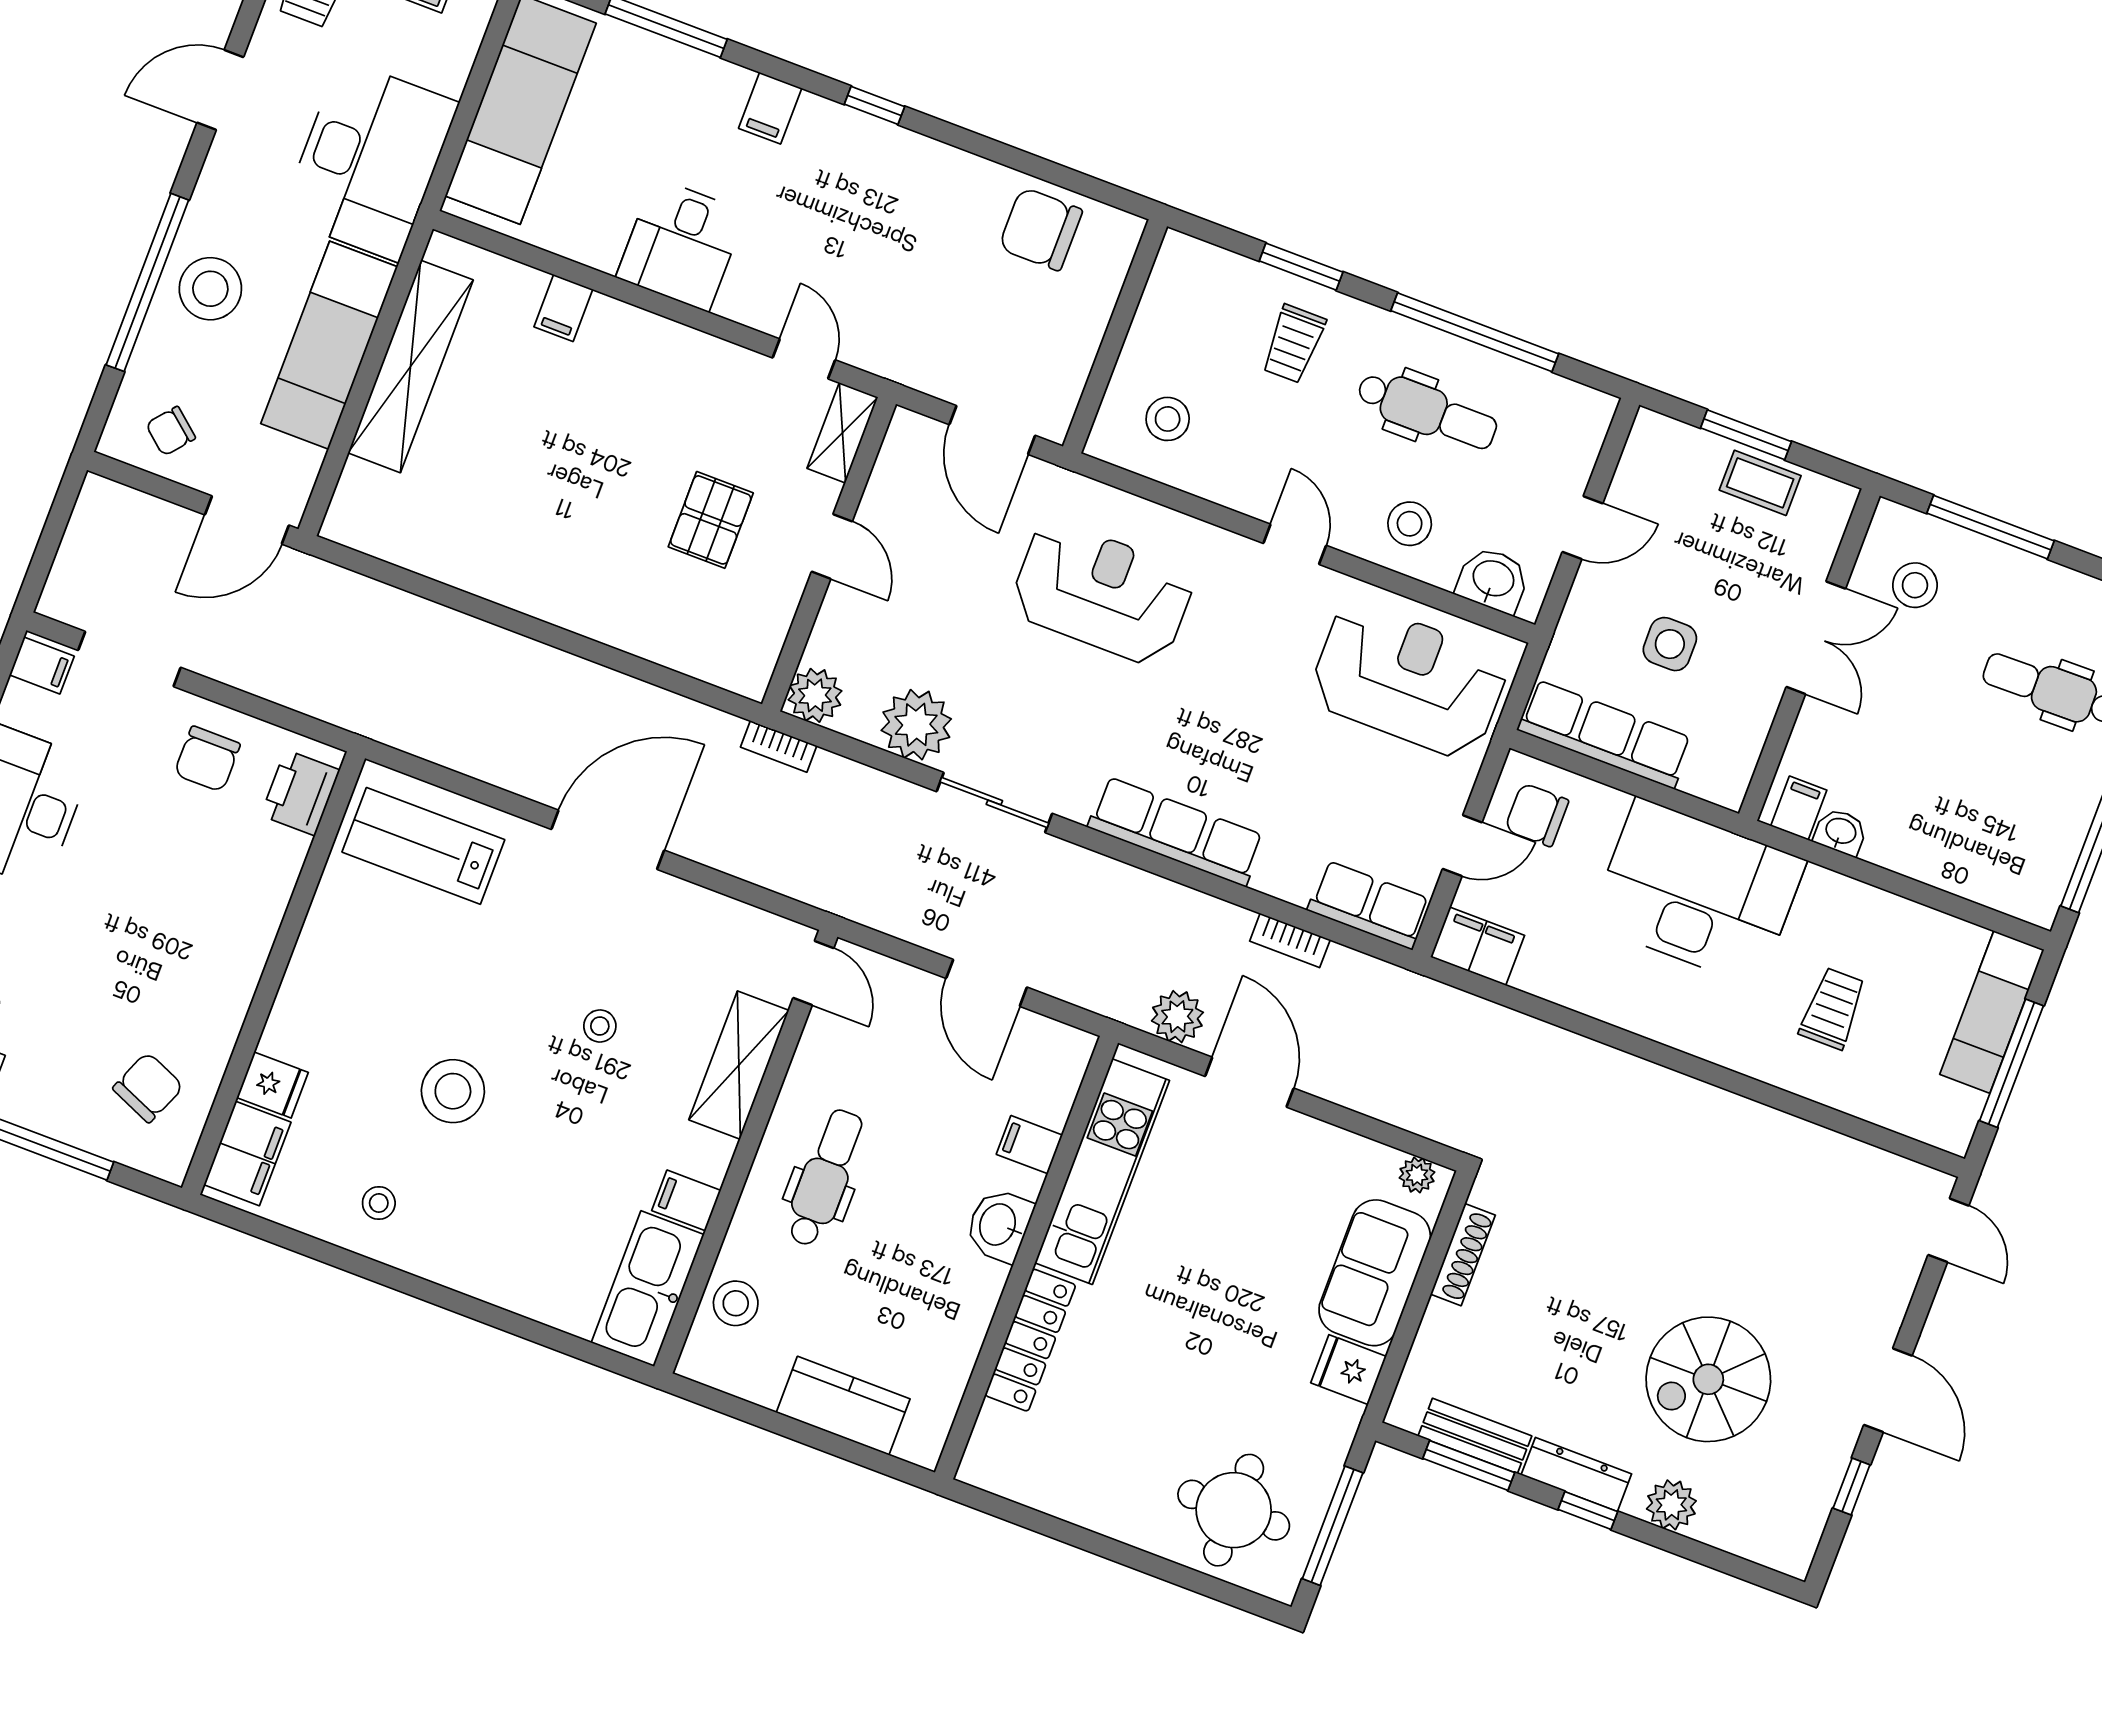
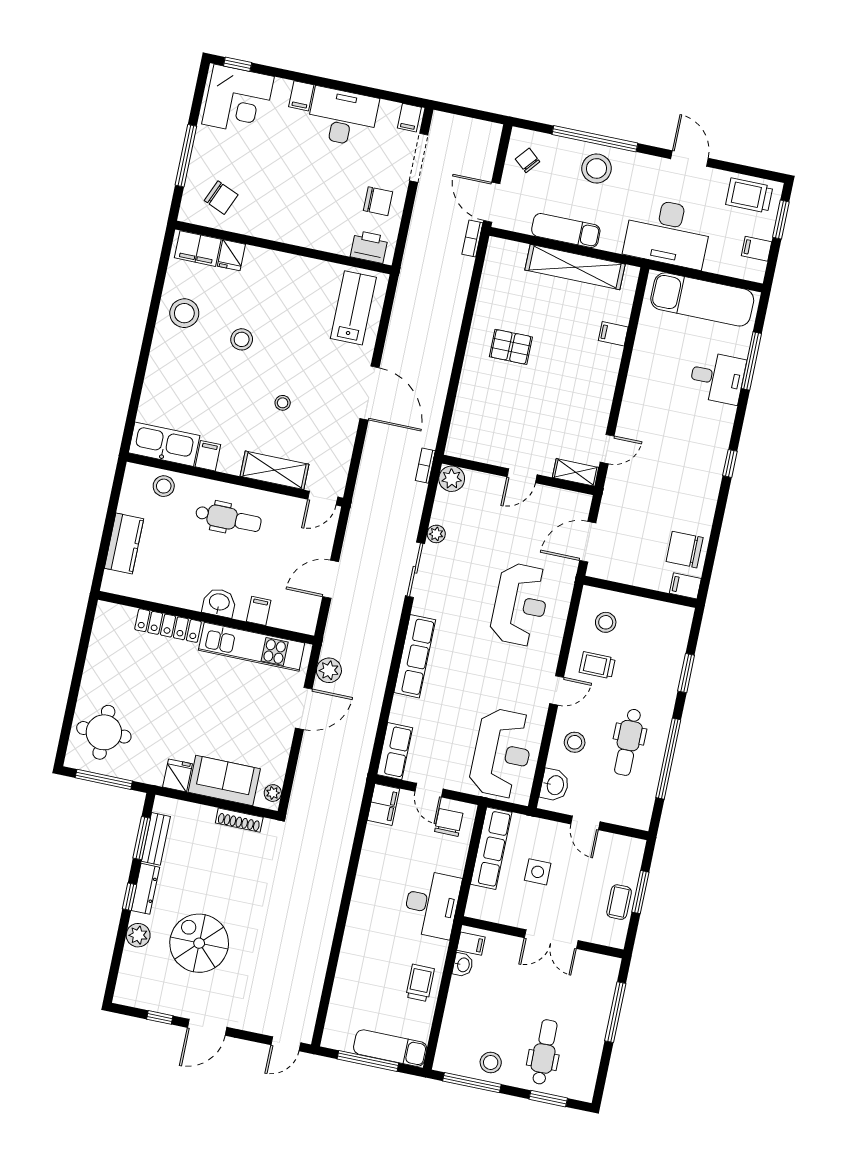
filing cabinet: (770, 108) -> (685, 586), moved
chair: (1041, 229) -> (685, 550), turned -90
desk: (681, 244) -> (717, 378), moved, turned 180
trolley: (1293, 344) -> (597, 665), moved
exam couch: (329, 345) -> (566, 230), width x0.73, depth x0.69
pallet: (711, 520) -> (511, 347), moved
stool: (1915, 585) -> (491, 1062), moved
plant: (916, 725) -> (436, 534), width x0.53, depth x0.53
chair: (207, 759) -> (378, 201), turned 180
desk: (1698, 892) -> (432, 904), width x0.73, depth x0.77
bookcase: (1290, 940) -> (472, 238), moved
trolley: (1833, 1009) -> (420, 983), moved, turned -90
stool: (453, 1091) -> (242, 339), width x0.73, depth x0.73
stool: (379, 1203) -> (184, 313), width x1.89, depth x1.89

